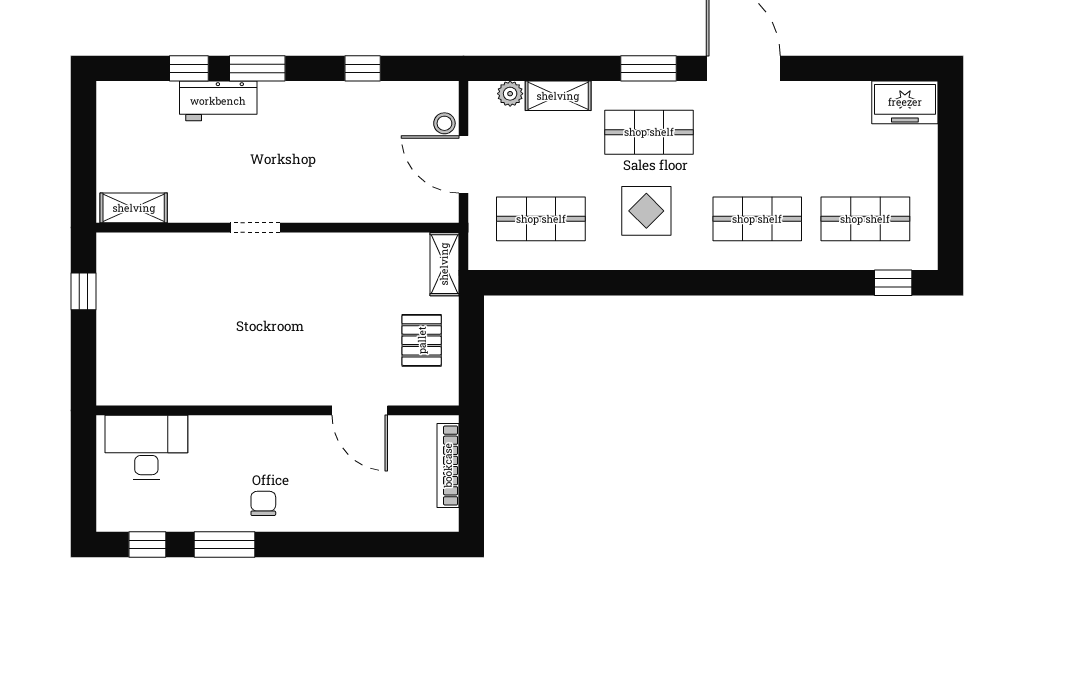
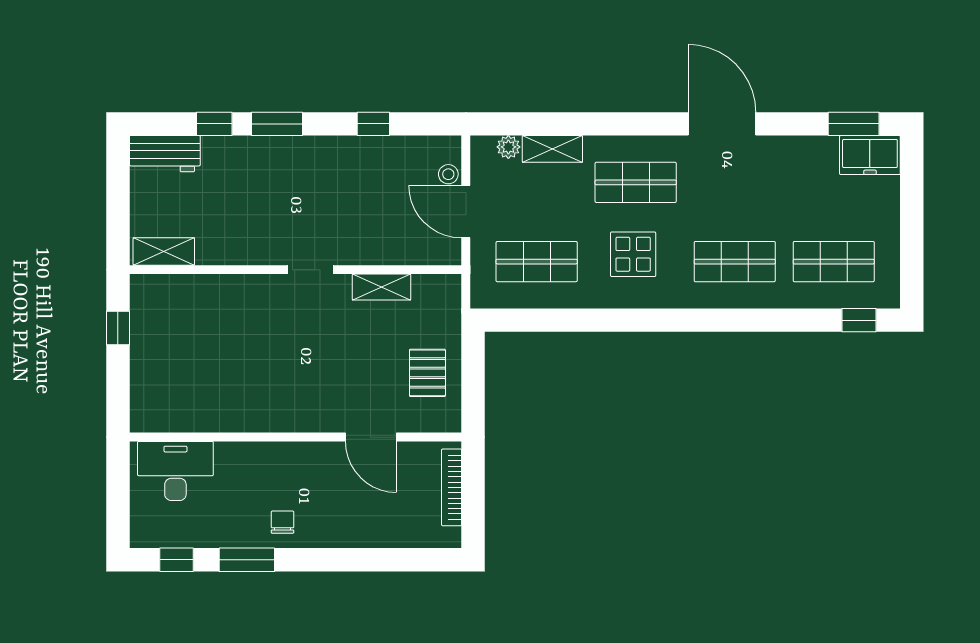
window: (648, 68) -> (854, 124), moved
workbench: (218, 101) -> (165, 154), moved
doorway: (255, 228) -> (311, 270), moved
shelving: (444, 264) -> (381, 287), moved, turned 90

